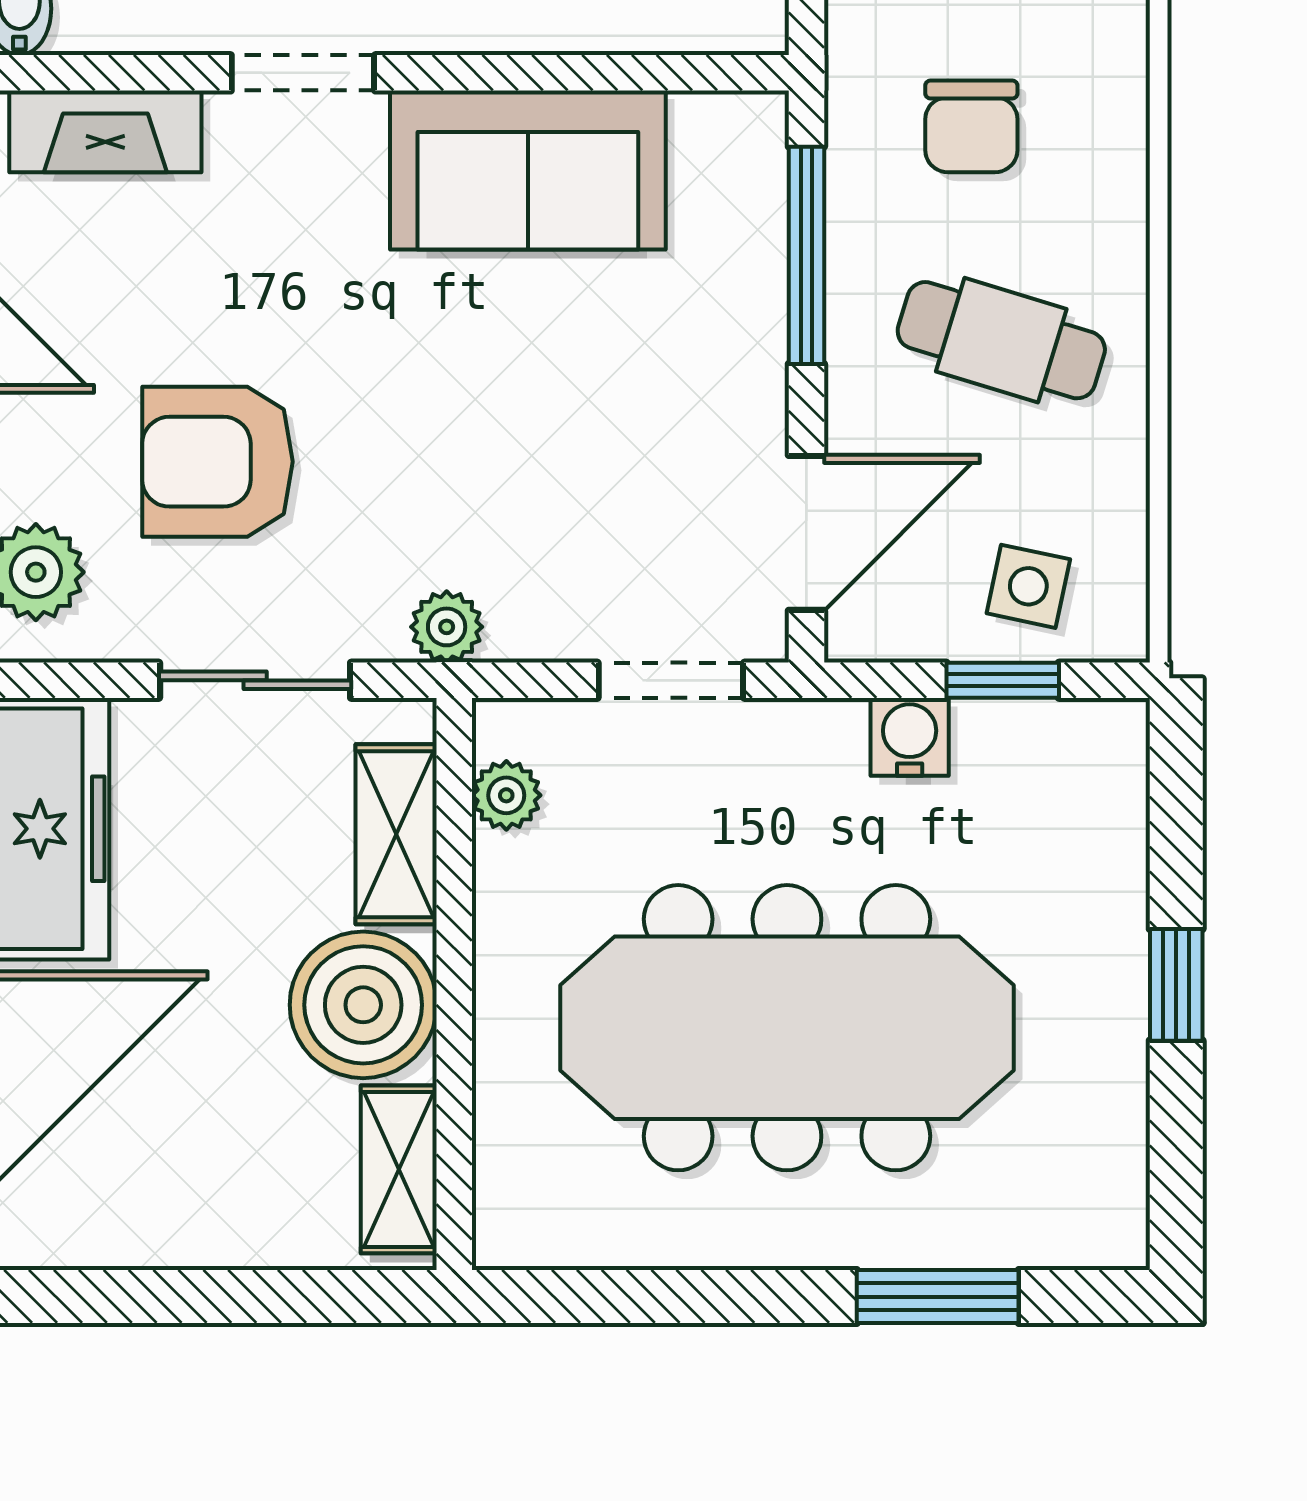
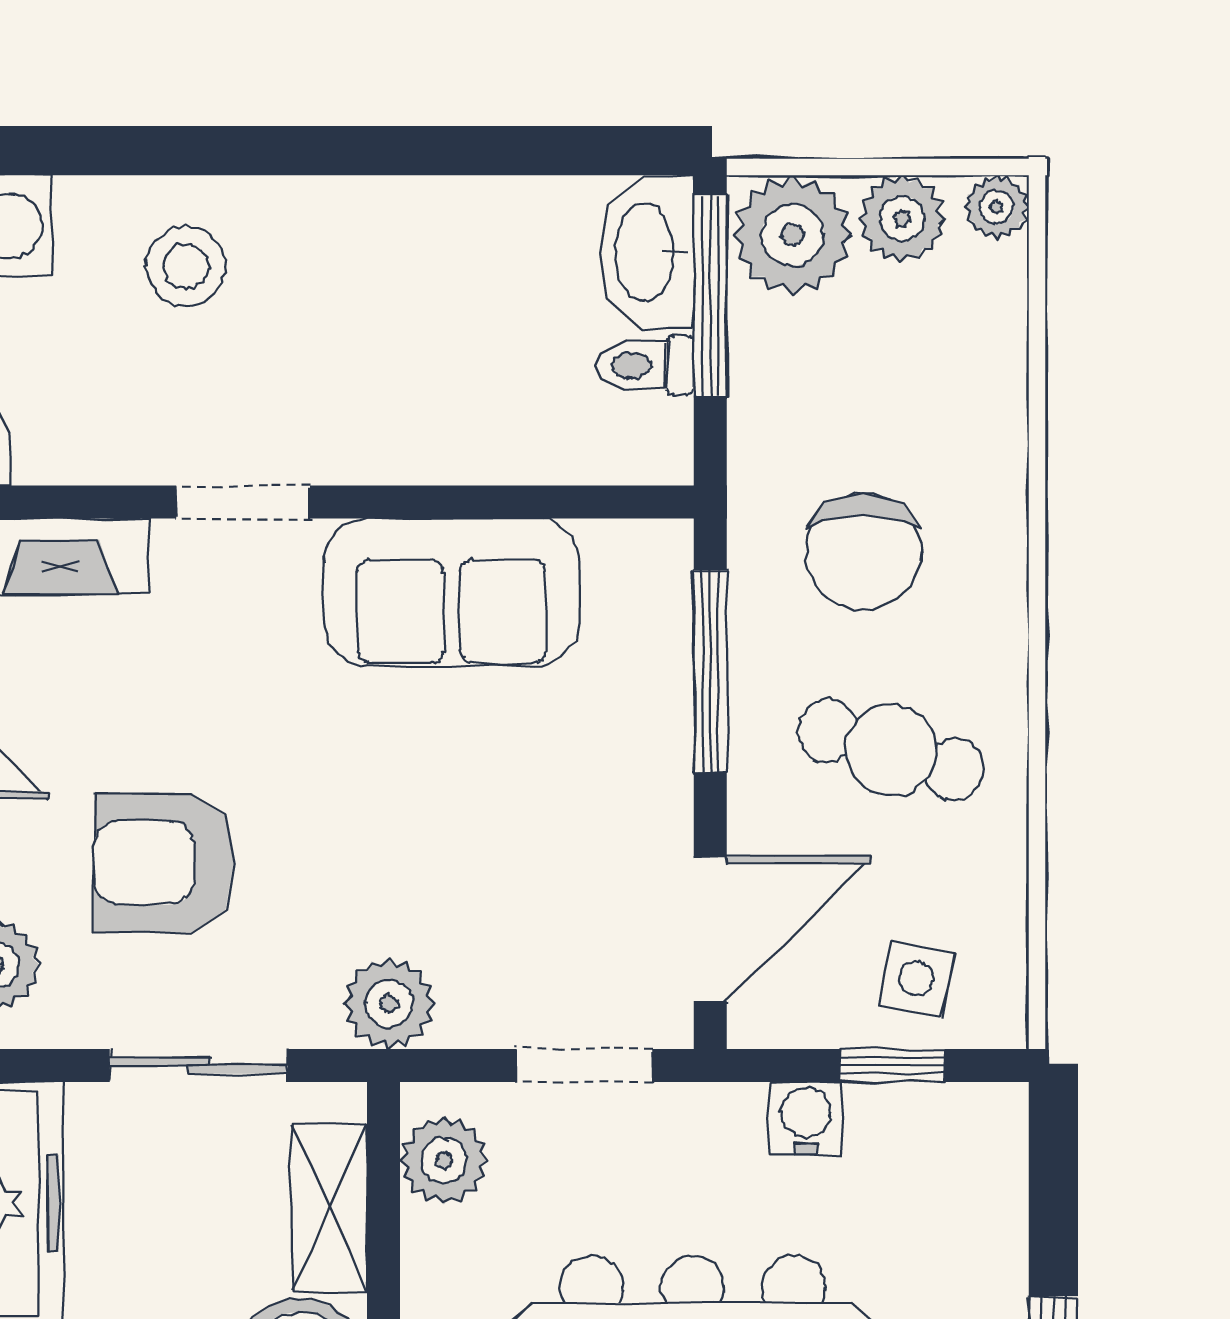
chair: (971, 126) -> (863, 552), width x1.37, depth x1.37
plant: (447, 627) -> (389, 1004), width x1.38, depth x1.38
plant: (506, 795) -> (444, 1160), width x1.38, depth x1.38

